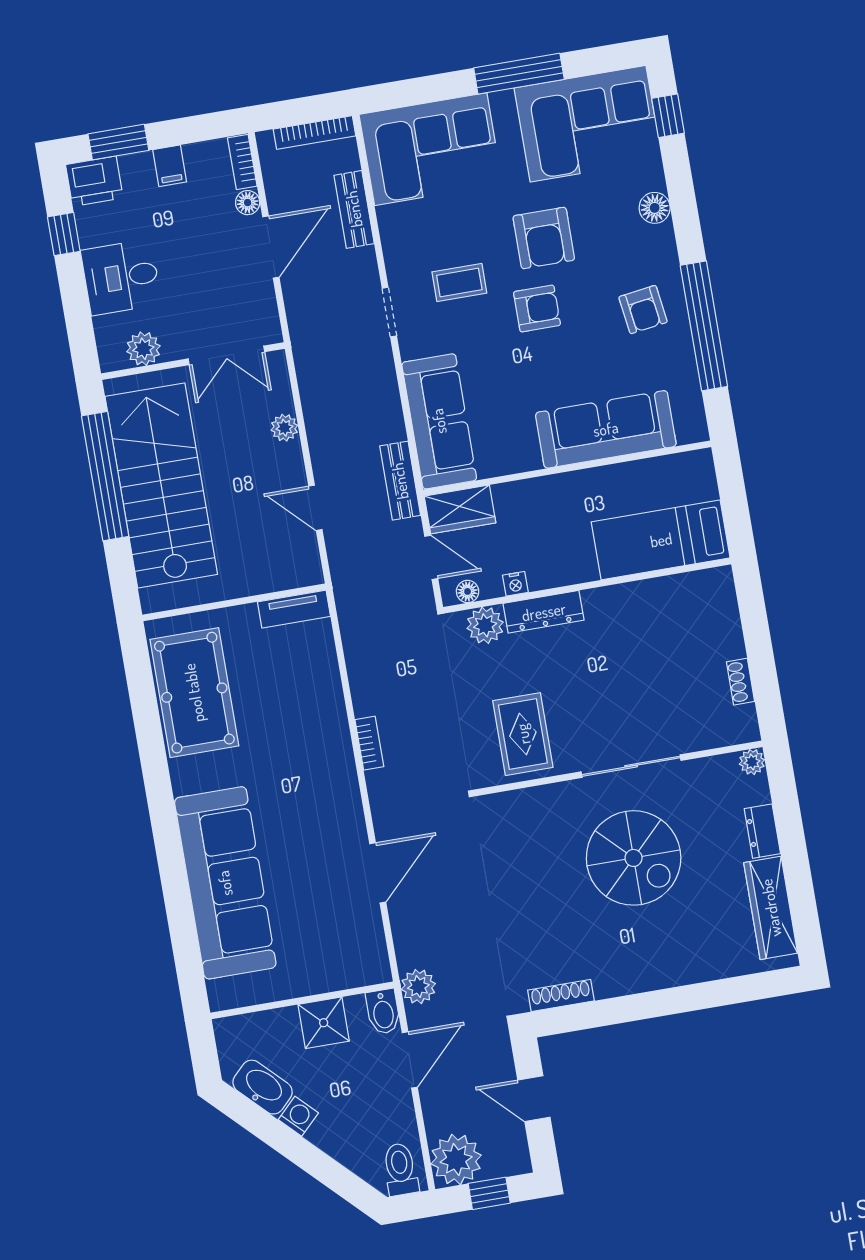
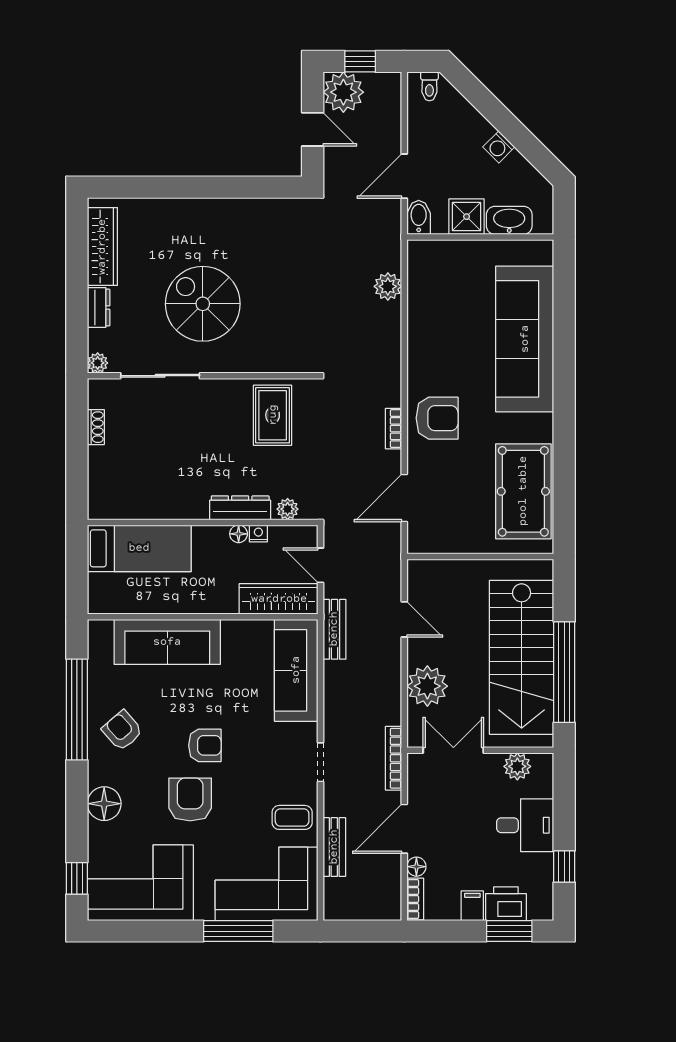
window: (519, 74) -> (238, 931), moved
bookcase: (315, 132) -> (394, 758), moved, turned -90
printer: (94, 181) -> (506, 904), moved
floor lamp: (655, 208) -> (104, 804), width x1.38, depth x1.38
coffee table: (459, 282) -> (292, 817), moved
armchair: (537, 308) -> (205, 745), turned 180
armchair: (643, 310) -> (122, 730), turned -33
plant: (284, 428) -> (427, 686), width x1.88, depth x1.88
wardrobe: (460, 509) -> (279, 599), width x1.50
floor lamp: (468, 591) -> (239, 534), moved
tv unit: (294, 609) -> (435, 543), removed
plant: (485, 625) -> (288, 509), width x0.73, depth x0.73
armchair: (317, 765) -> (437, 418), added
sliding door: (631, 766) -> (160, 376), moved
door: (378, 873) -> (404, 498), moved
plant: (418, 987) -> (388, 286), moved
shoe rack: (561, 995) -> (278, 206), removed
washbasin: (263, 1087) -> (509, 220), moved, turned 135
plant: (456, 1160) -> (343, 92), moved
toilet: (400, 1169) -> (429, 86), width x0.73, depth x0.72

